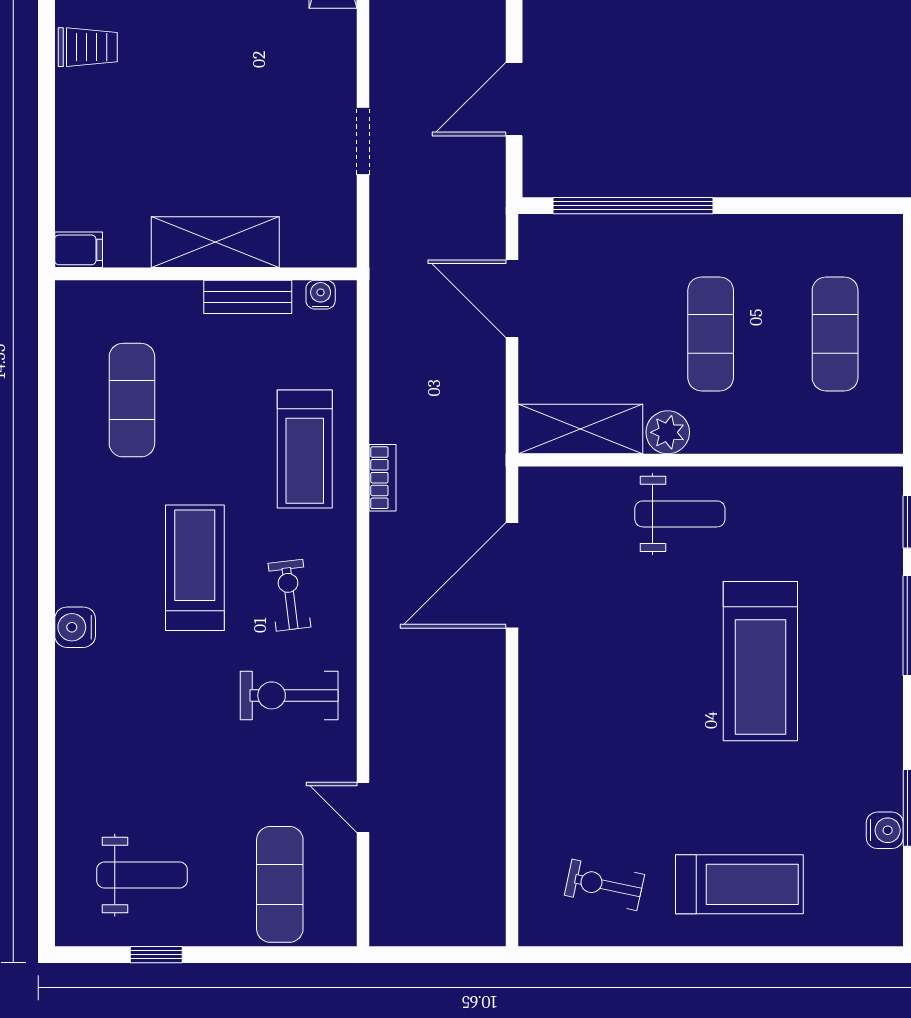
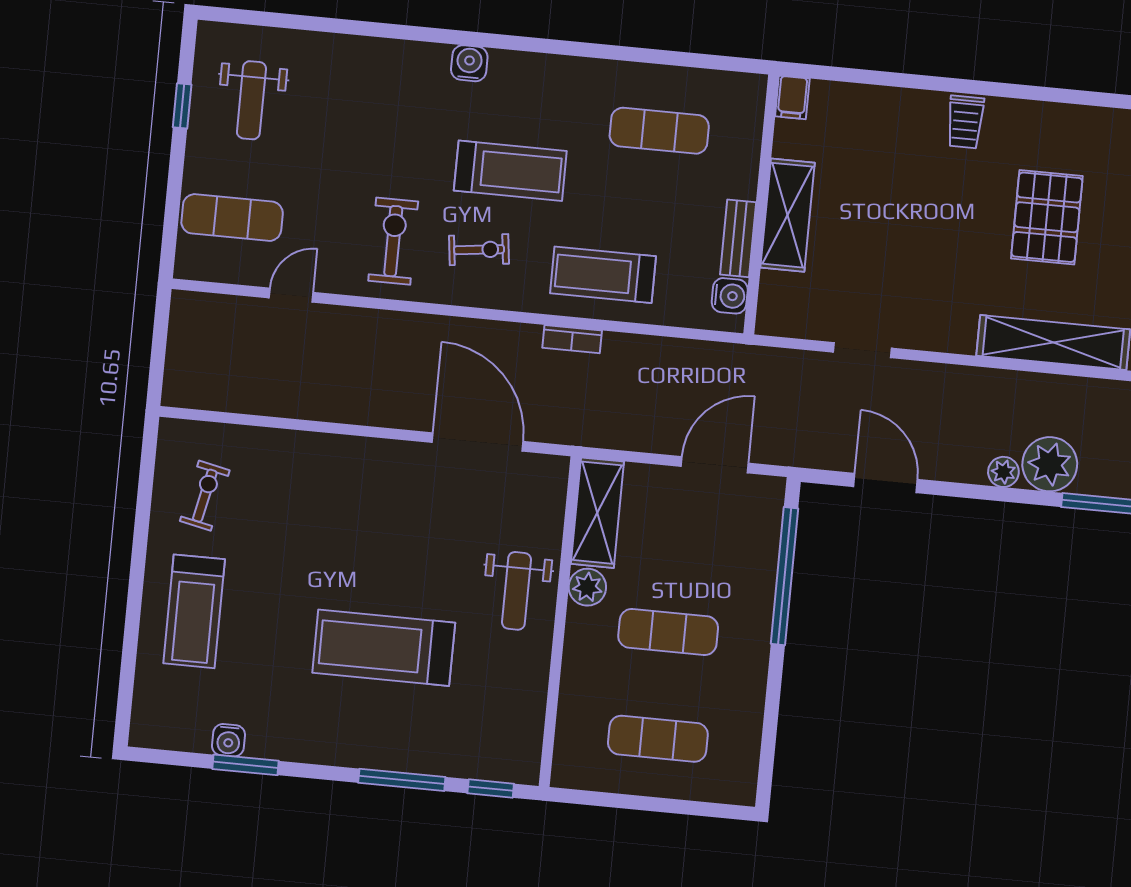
water cooler: (321, 295) -> (730, 296), width x1.38, depth x1.38

